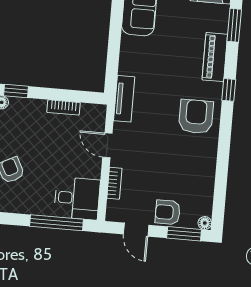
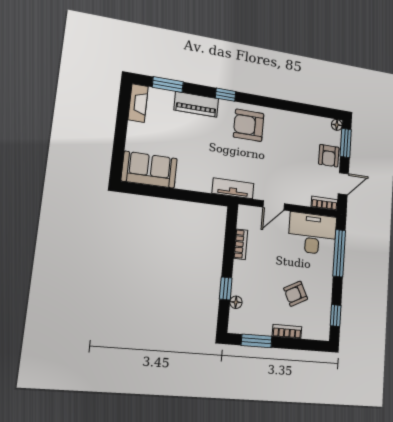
bookcase: (114, 183) -> (325, 203), moved
desk: (77, 198) -> (312, 234), width x1.37

